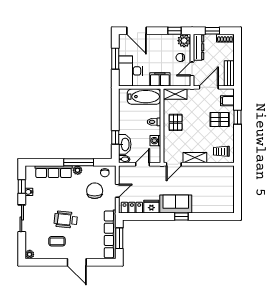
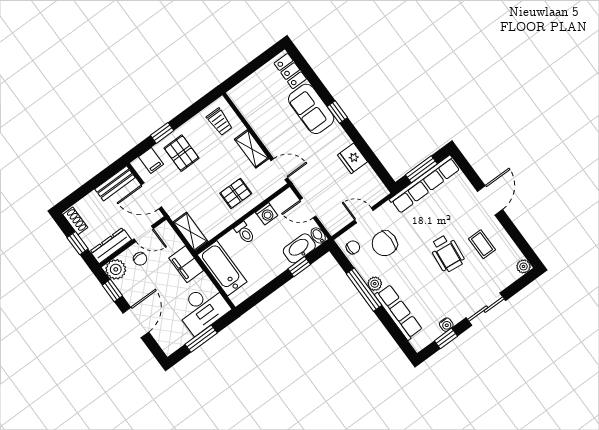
door: (136, 31) -> (136, 323), moved
pallet: (176, 122) -> (236, 193), moved
sofa: (176, 204) -> (311, 109), moved
locker: (132, 208) -> (290, 71), moved

